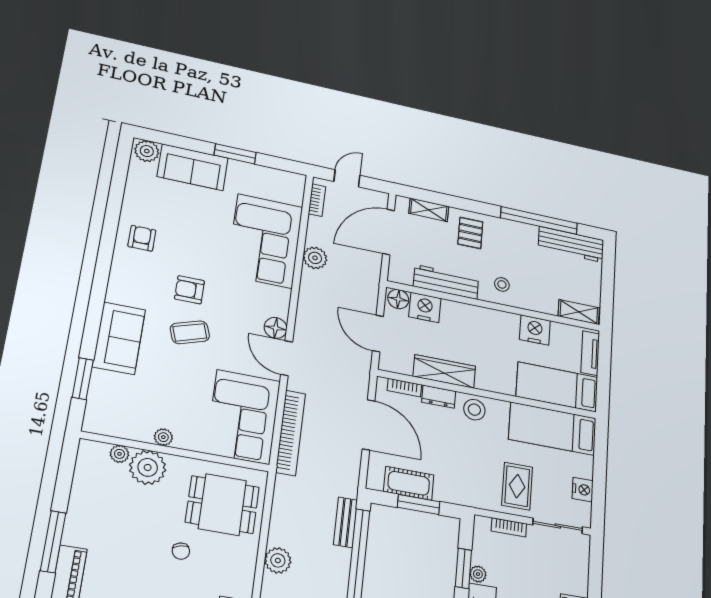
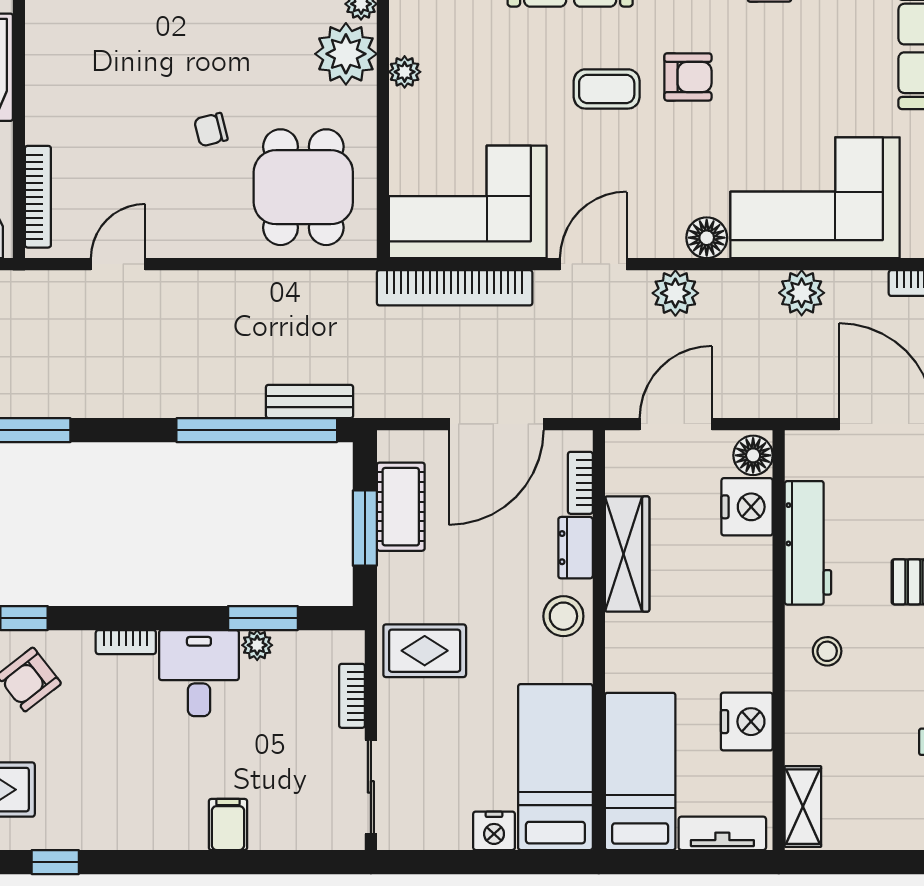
armchair: (189, 290) -> (688, 77), turned 90
floor lamp: (276, 328) -> (707, 238), moved
coffee table: (190, 332) -> (607, 89), turned -72
rug: (517, 486) -> (425, 651), moved
nightstand: (583, 490) -> (494, 831), moved
plant: (278, 560) -> (675, 293), moved

